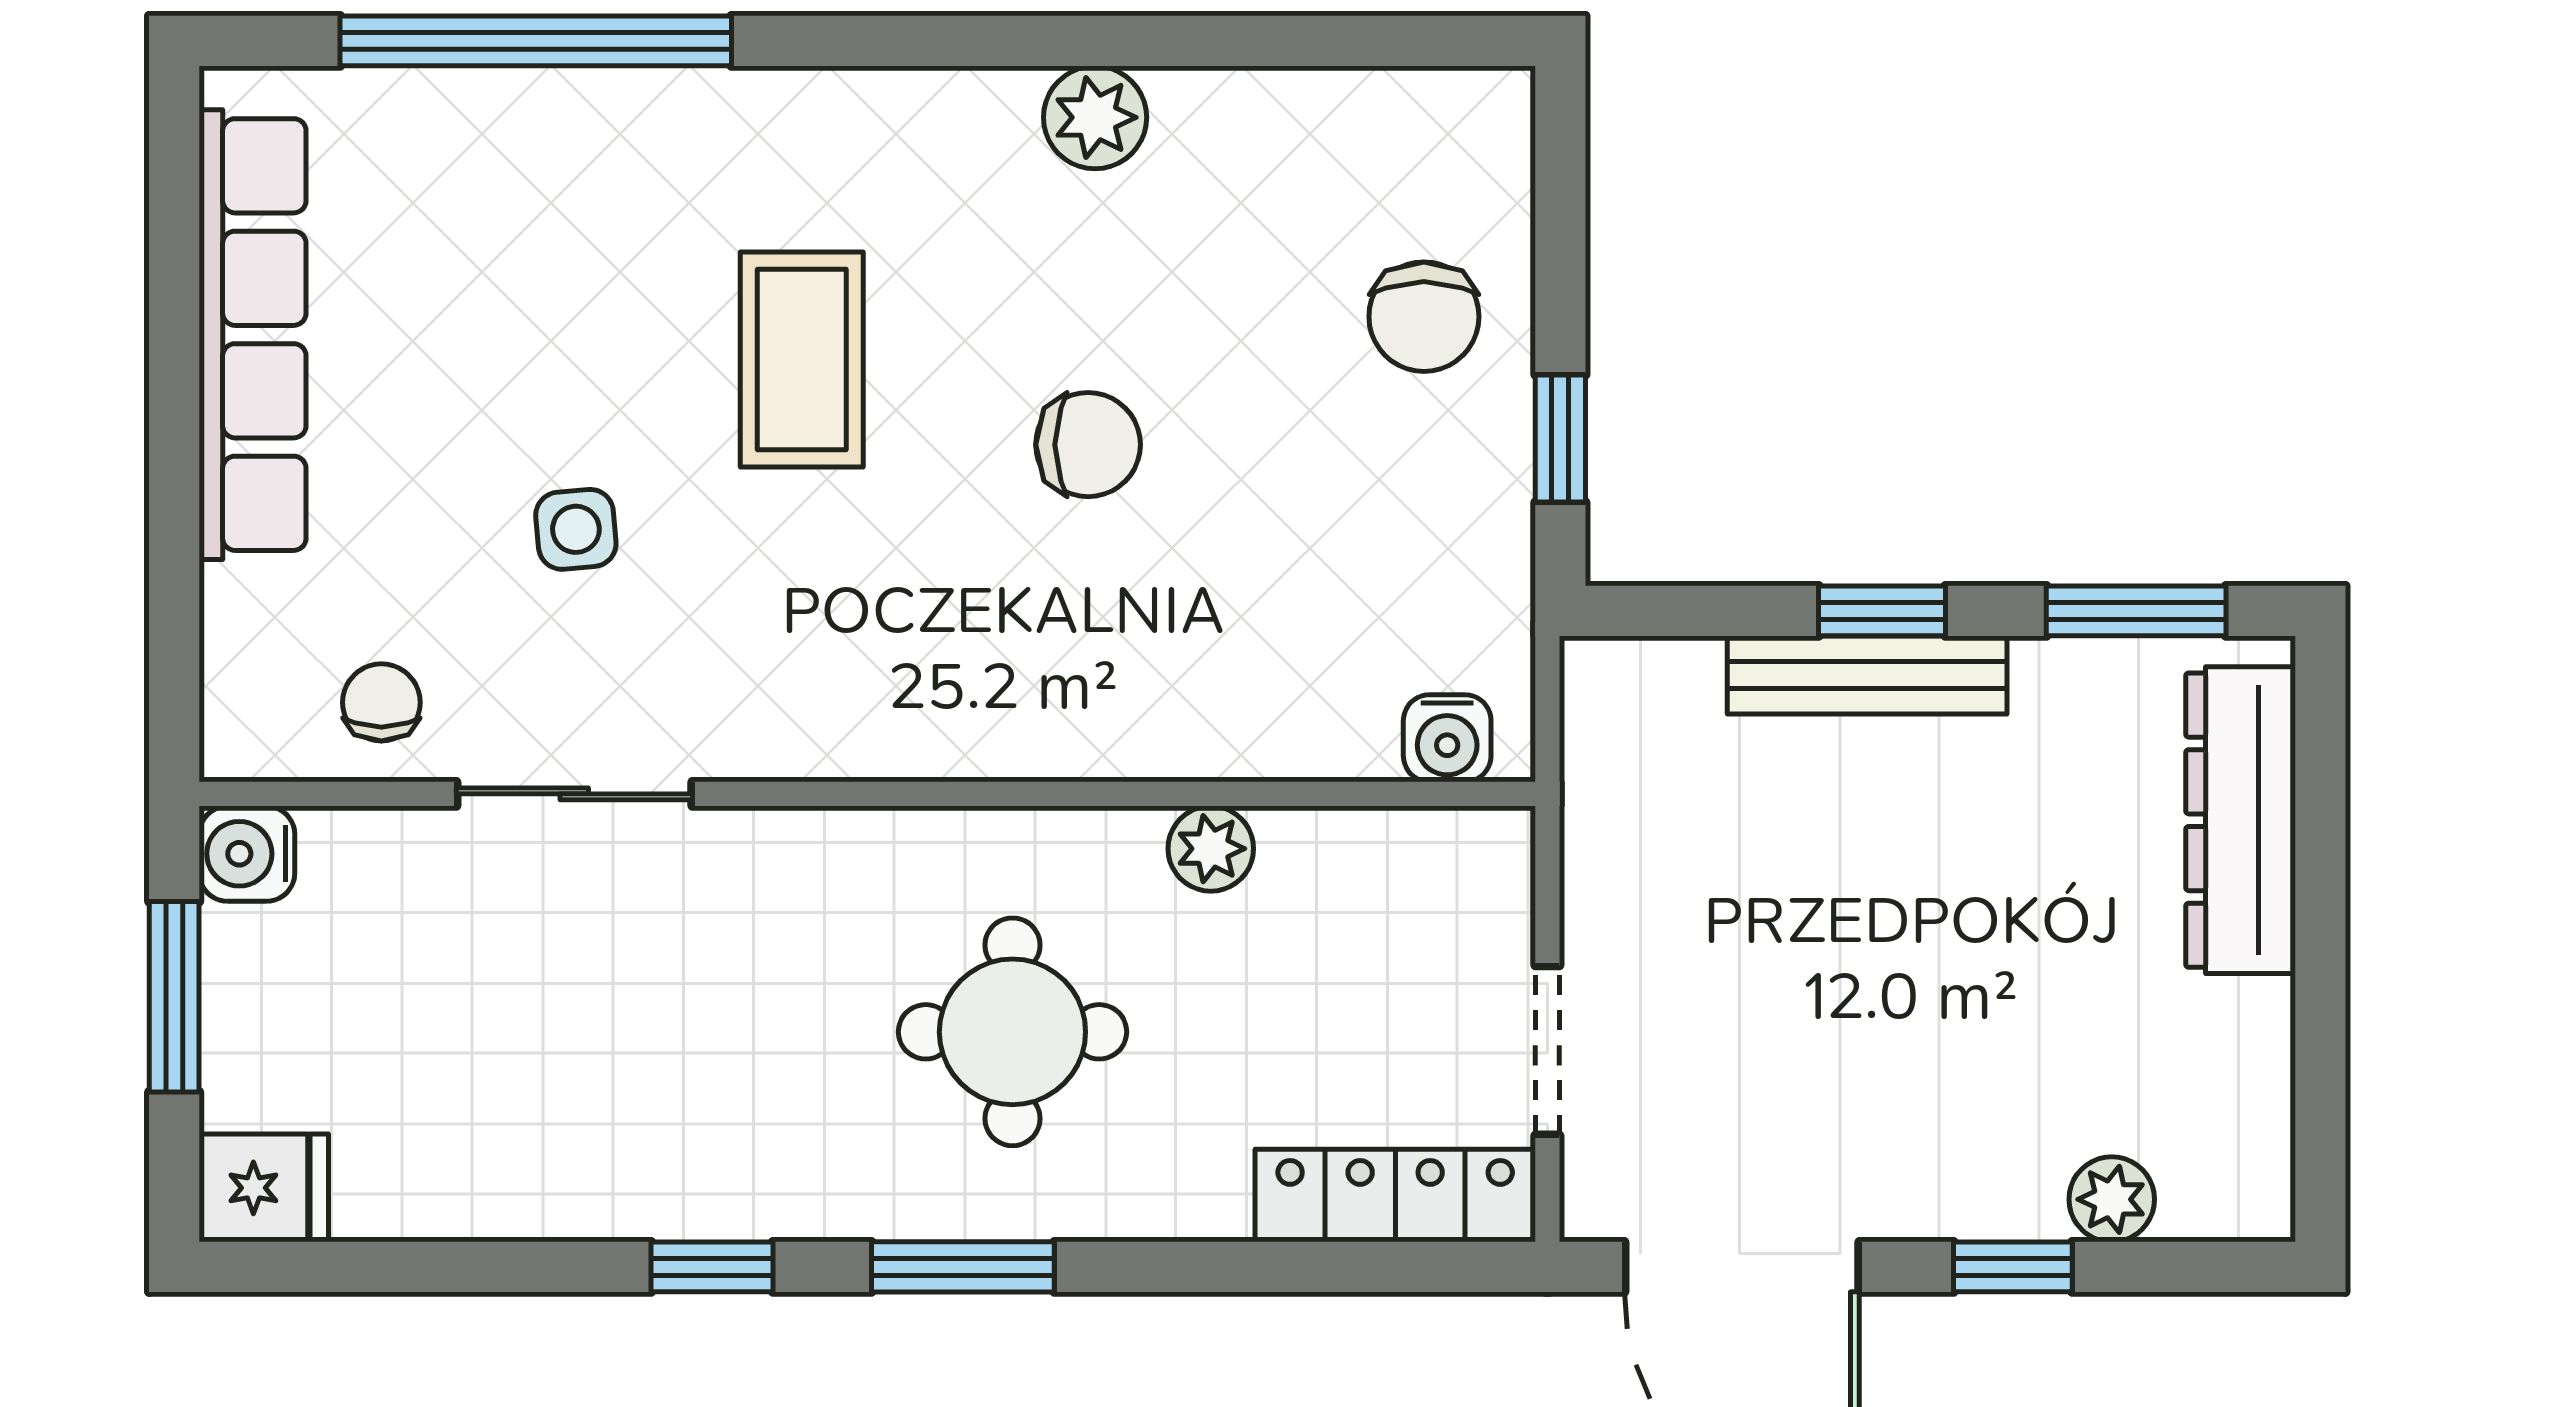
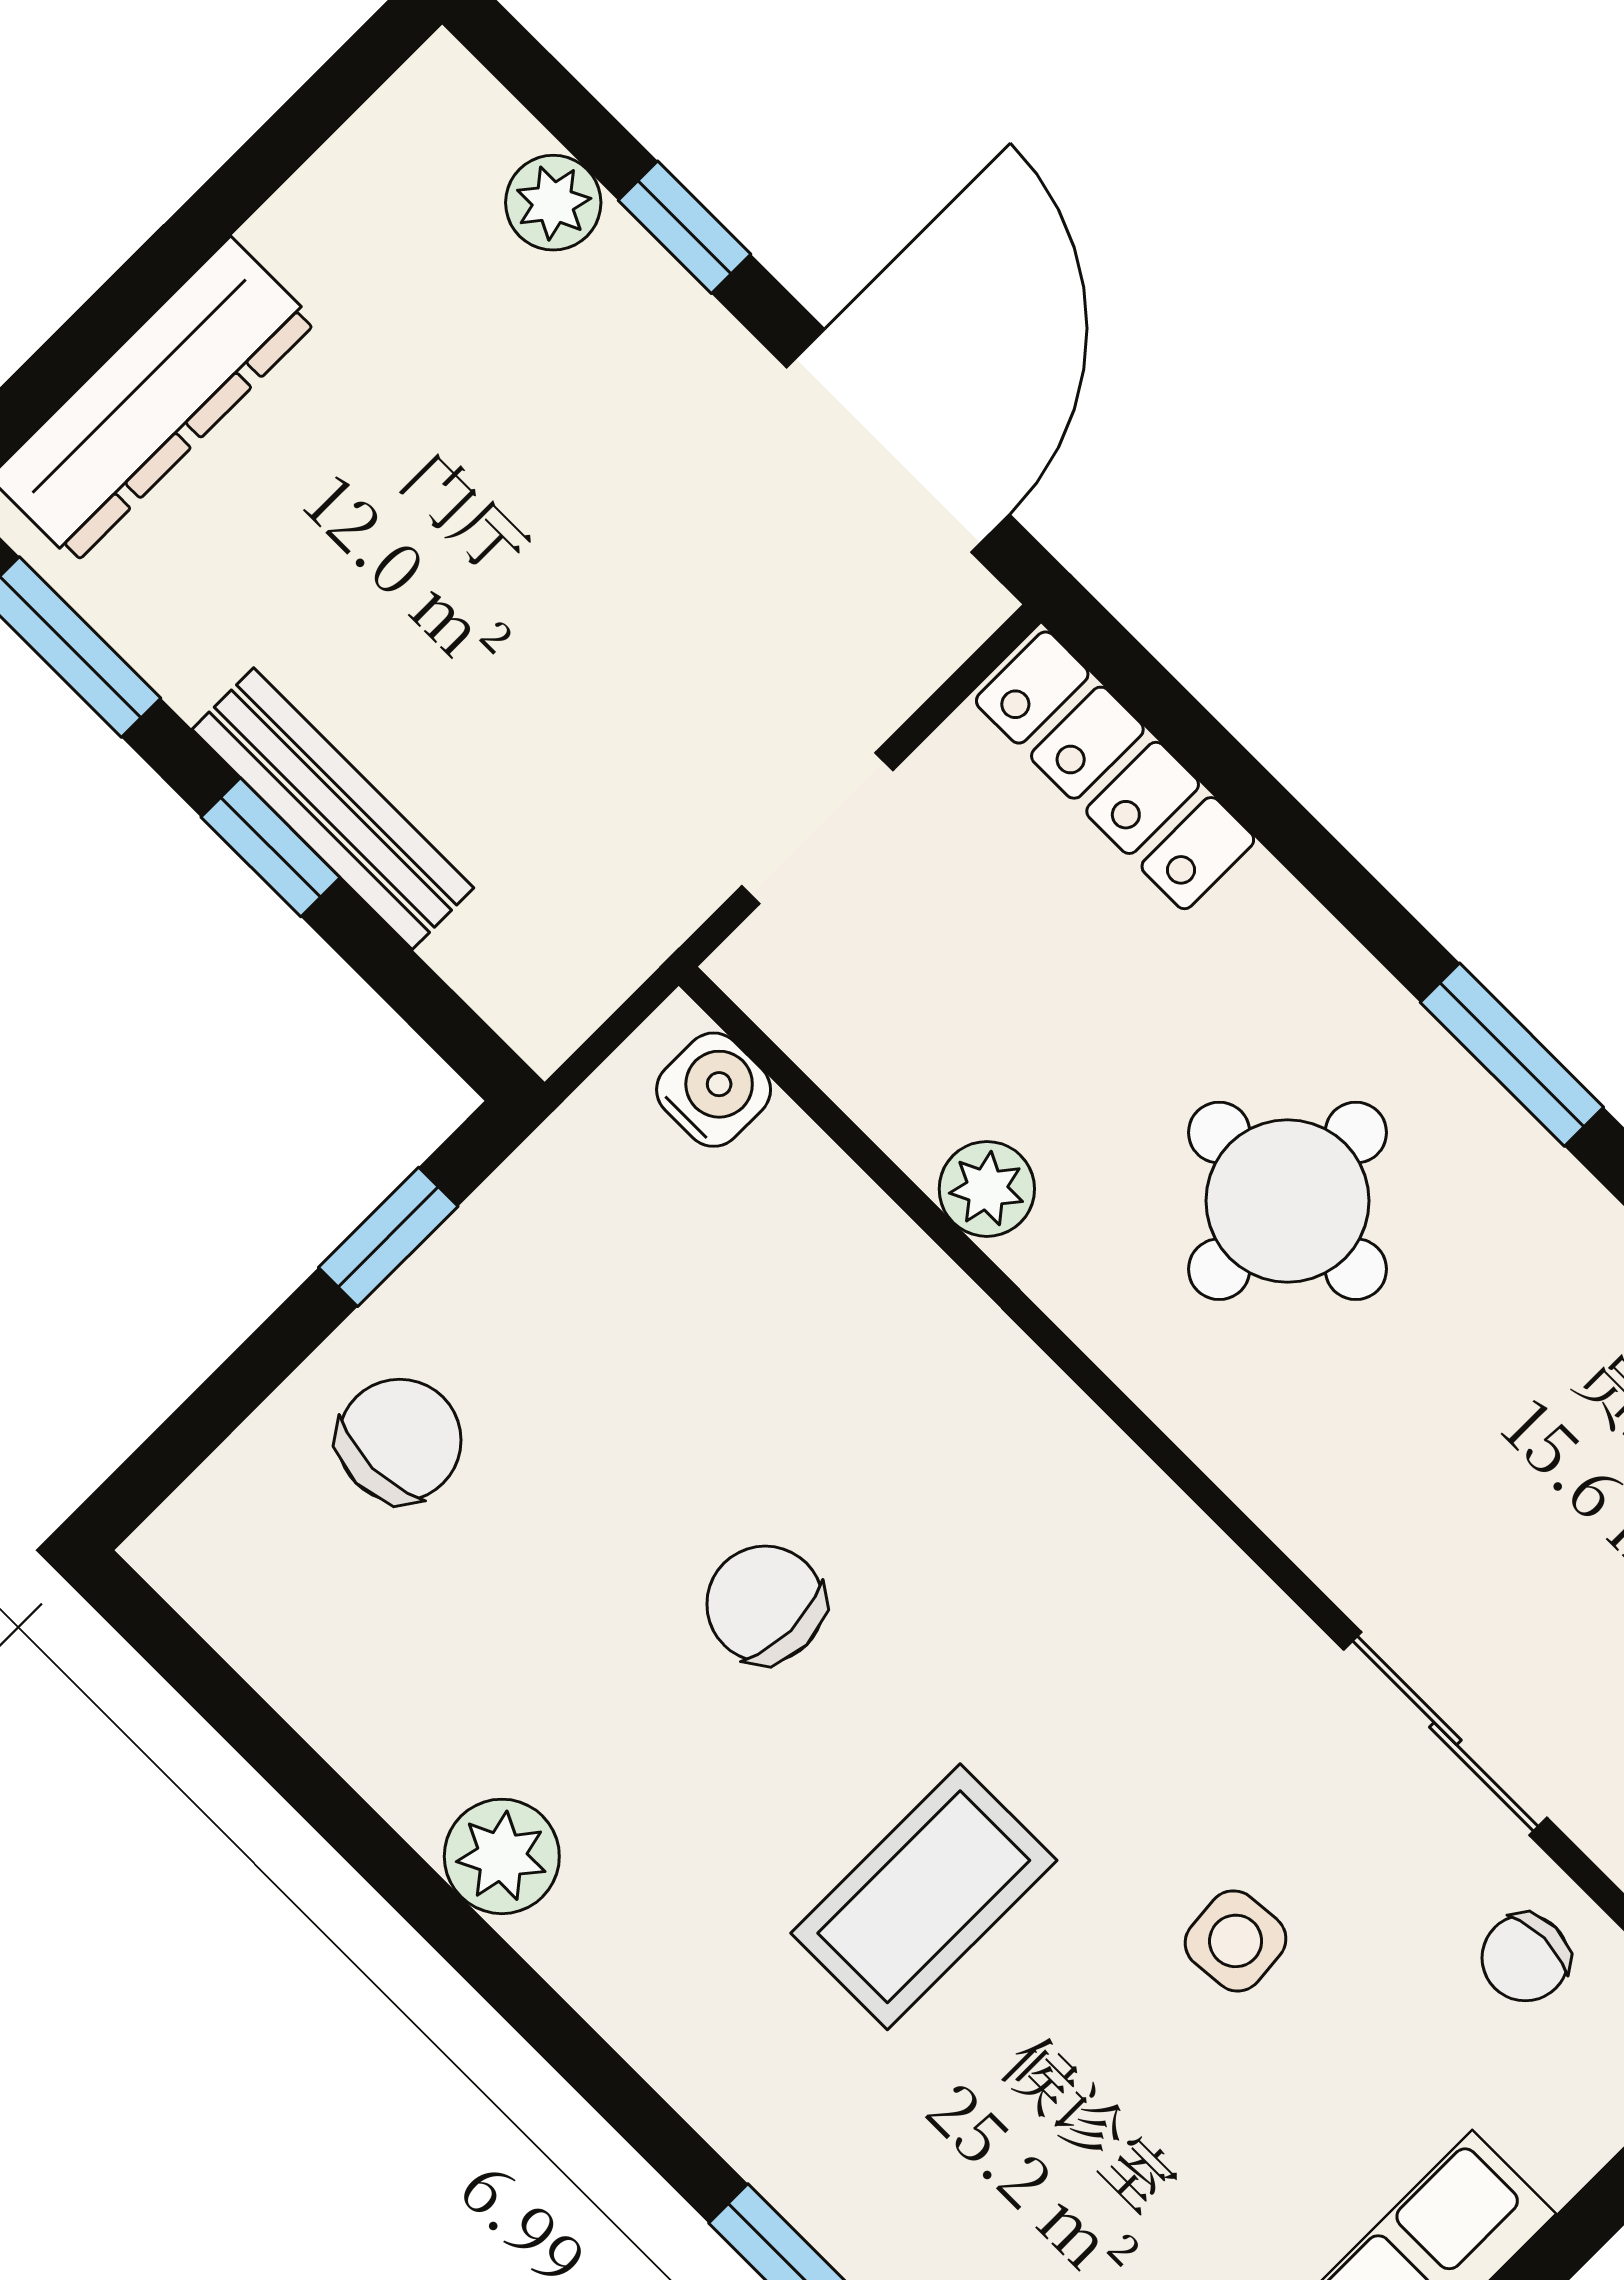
doorway: (1547, 1050) -> (817, 828), moved

